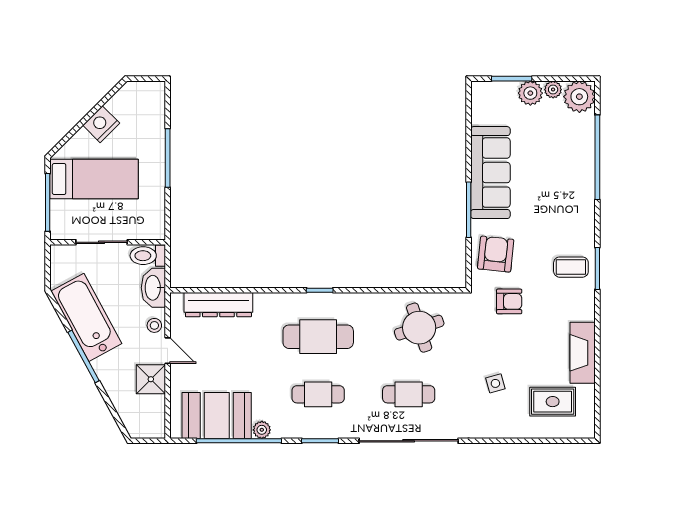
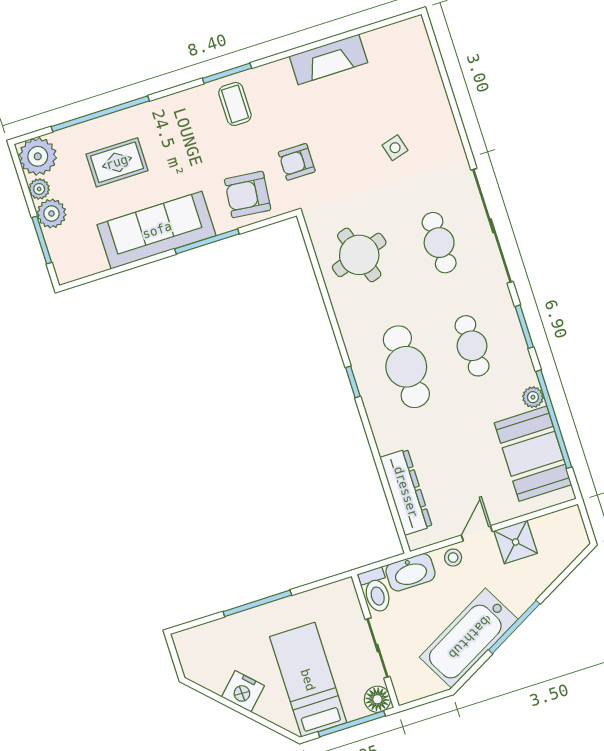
floor lamp: (61, 229) -> (377, 699), added
armchair: (509, 301) -> (297, 162), turned -90
rug: (553, 402) -> (117, 162), moved, turned 90

